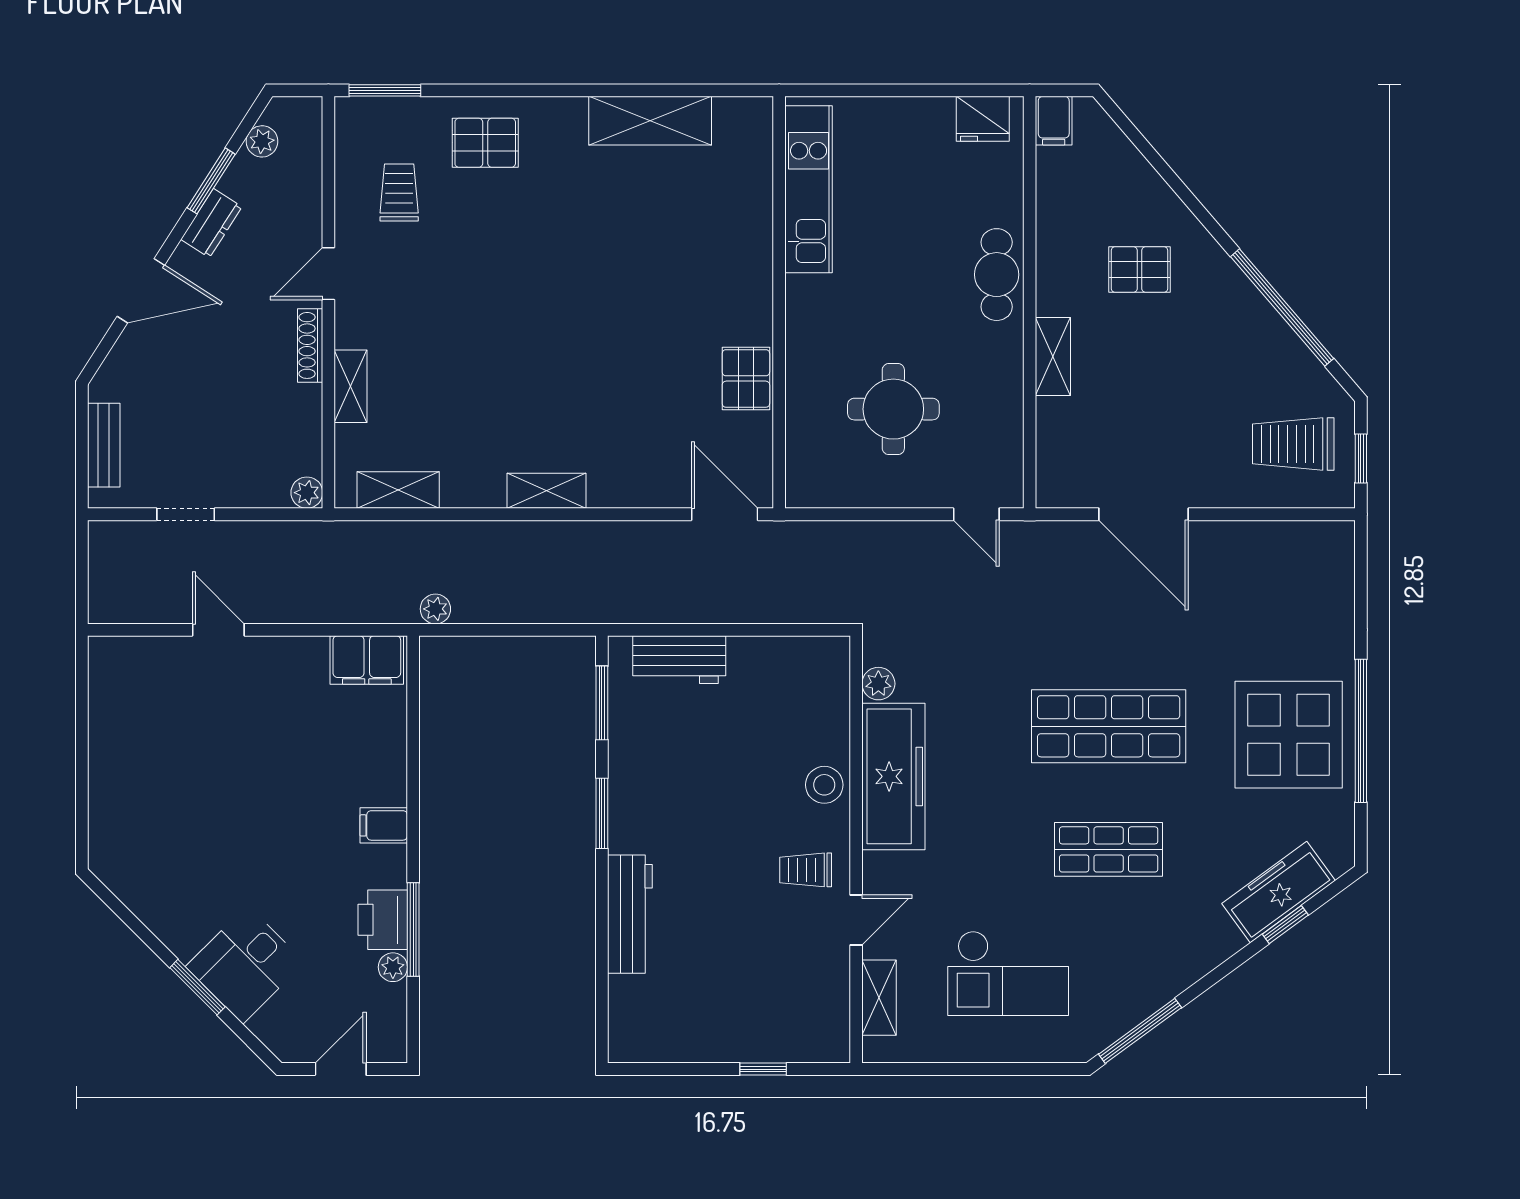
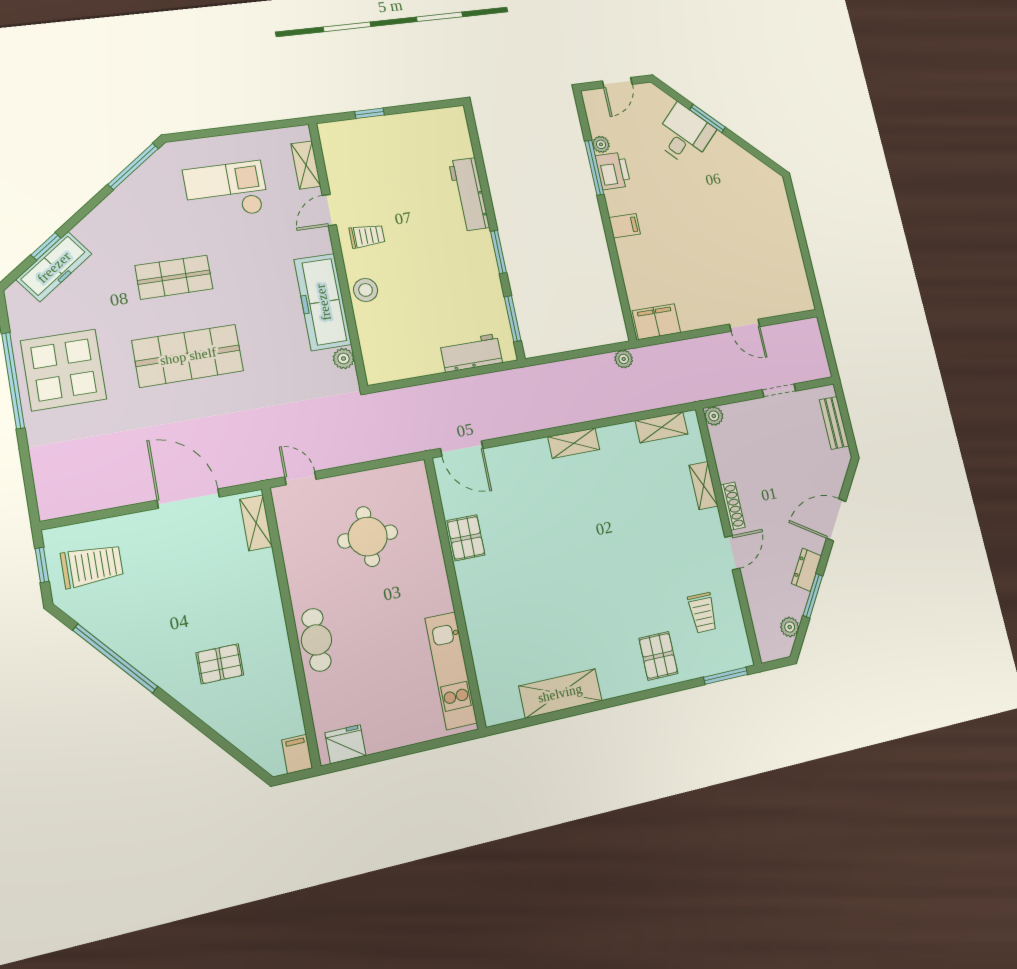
pallet: (485, 143) -> (658, 656), turned 90
shelving: (1053, 357) -> (256, 523), moved

